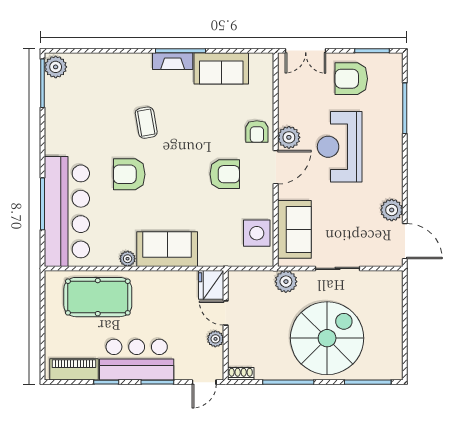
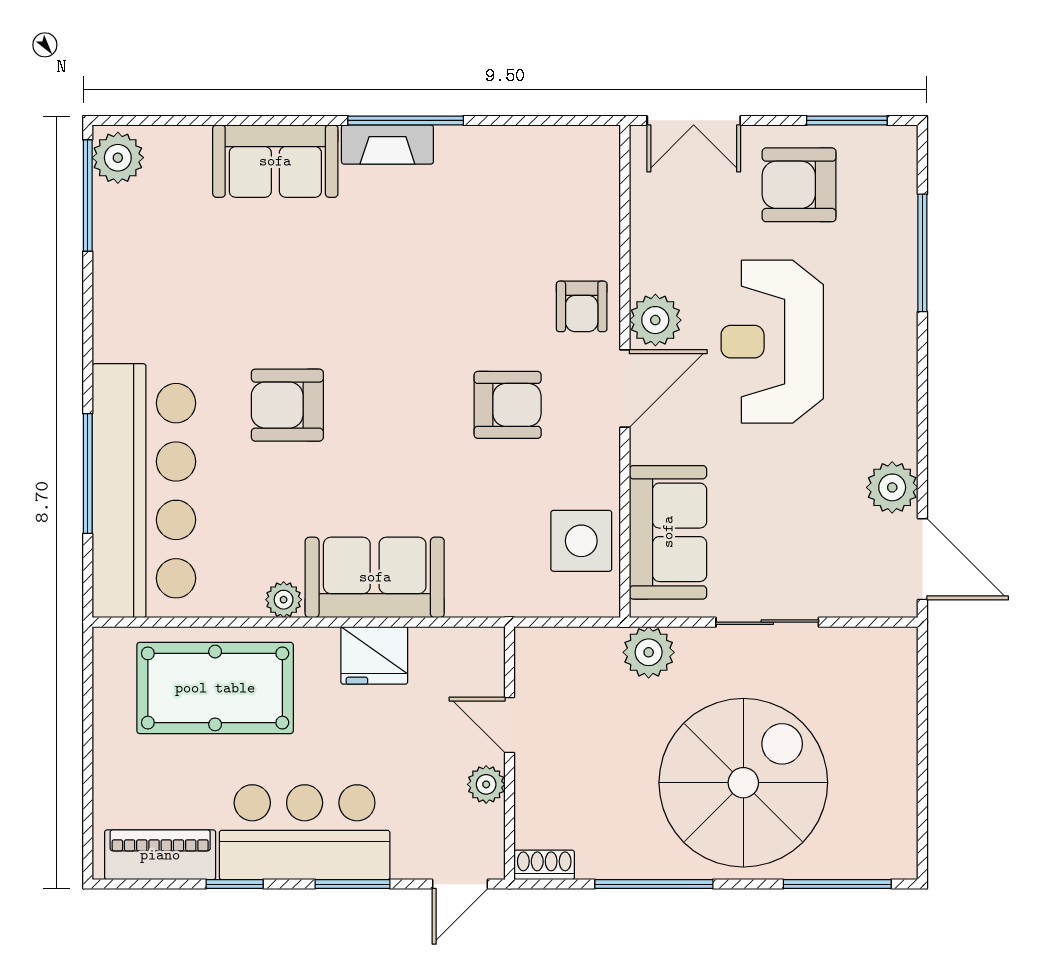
sofa: (221, 68) -> (275, 161), moved
coffee table: (146, 123) -> (327, 286), removed
fridge: (211, 285) -> (374, 655), moved, turned -90

